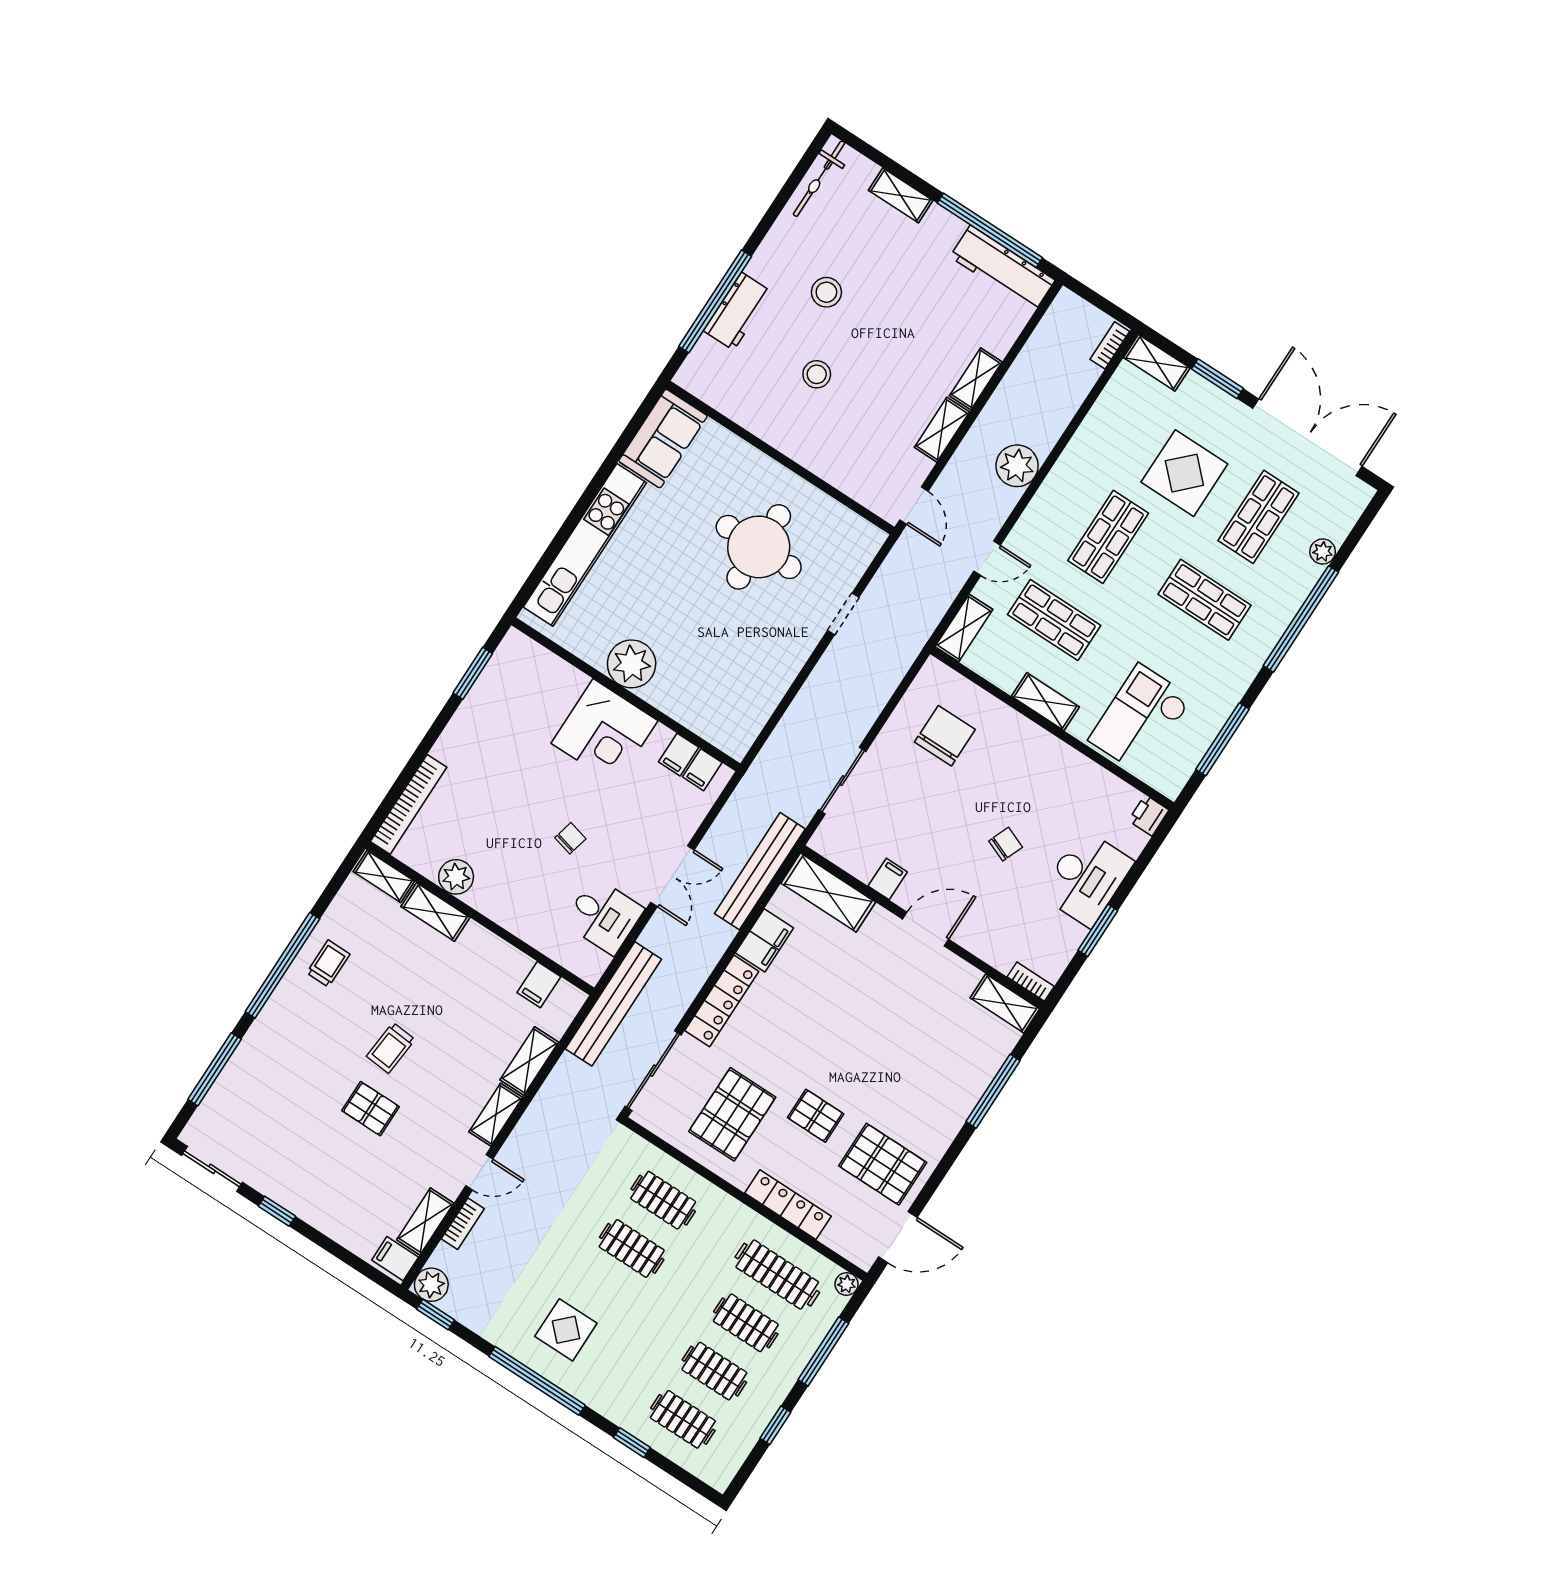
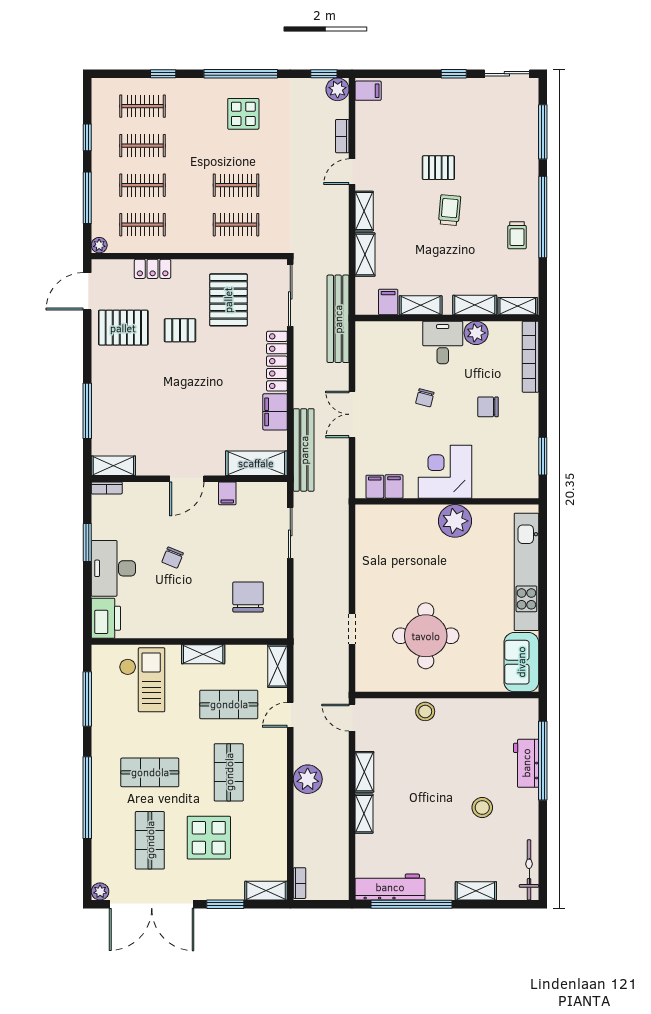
stool: (817, 374) -> (425, 711), moved
plant: (1323, 552) -> (100, 891), moved
chair: (945, 736) -> (248, 597), turned 180
chair: (500, 777) -> (488, 407), added
printer: (1149, 815) -> (106, 618), width x1.87, depth x1.48
desk: (604, 916) -> (443, 342), moved, turned 90
locker: (788, 1205) -> (153, 269), width x0.66
shelving: (425, 1221) -> (421, 305), moved, turned 90
clothes rail: (777, 1275) -> (143, 225), width x0.73

